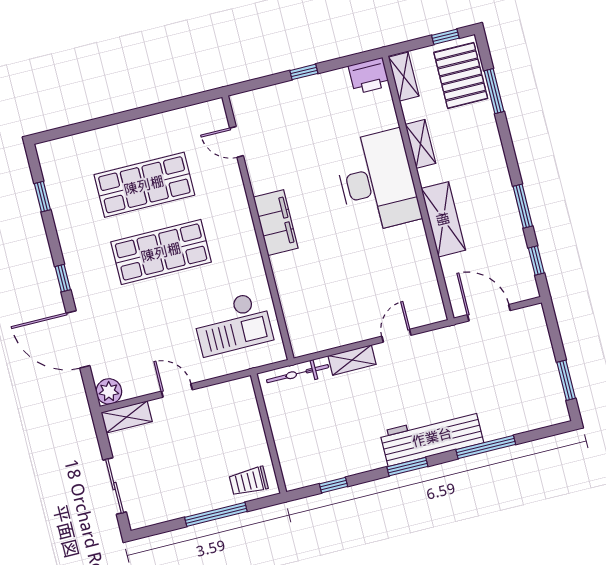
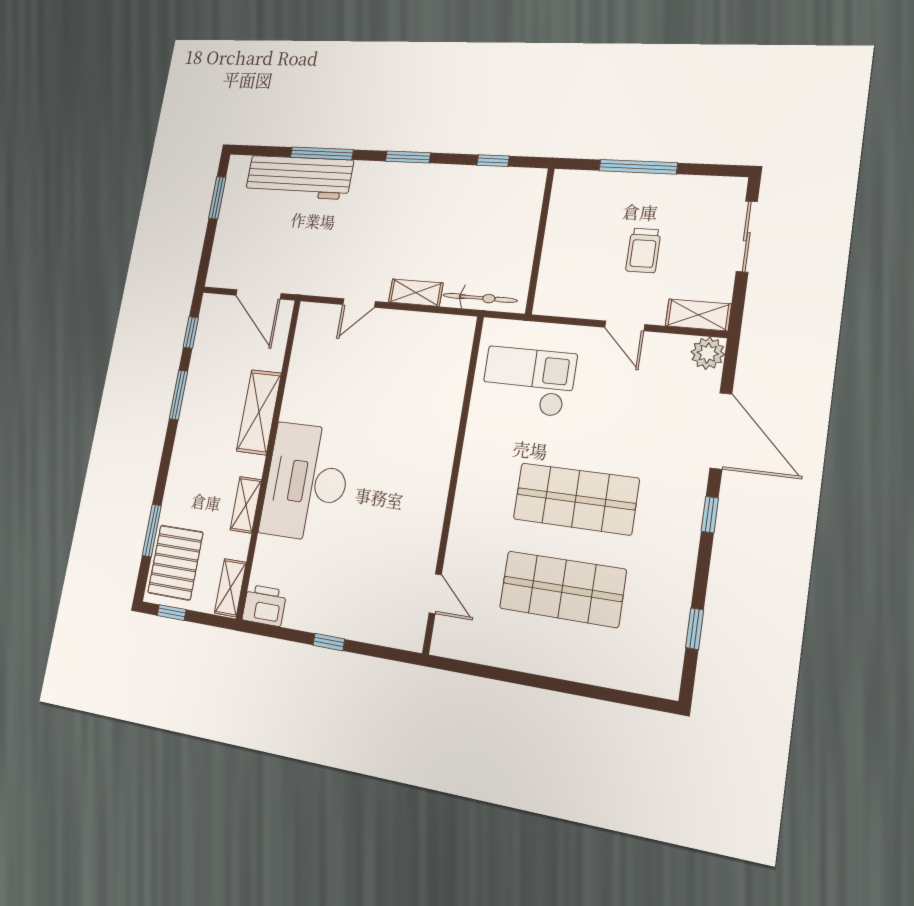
filing cabinet: (276, 223) -> (432, 480), removed
workbench: (432, 437) -> (299, 177), moved
trolley: (249, 481) -> (643, 250), moved, turned 90

